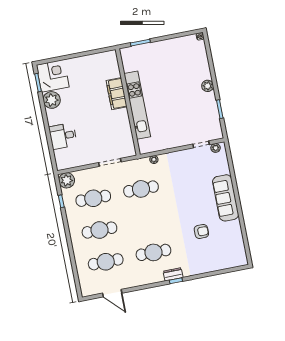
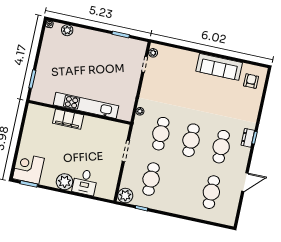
plant: (208, 86) -> (67, 30), moved
plant: (52, 100) -> (65, 182), moved
sofa: (226, 198) -> (219, 67), moved
cafe table: (99, 230) -> (191, 140), moved
armchair: (201, 231) -> (251, 81), moved
door: (112, 293) -> (245, 182), moved

